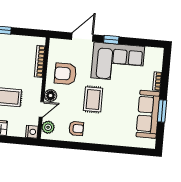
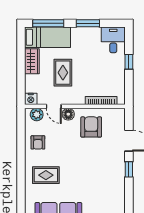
corner sofa: (118, 62) -> (107, 178), removed
rug: (93, 99) -> (46, 175), moved

